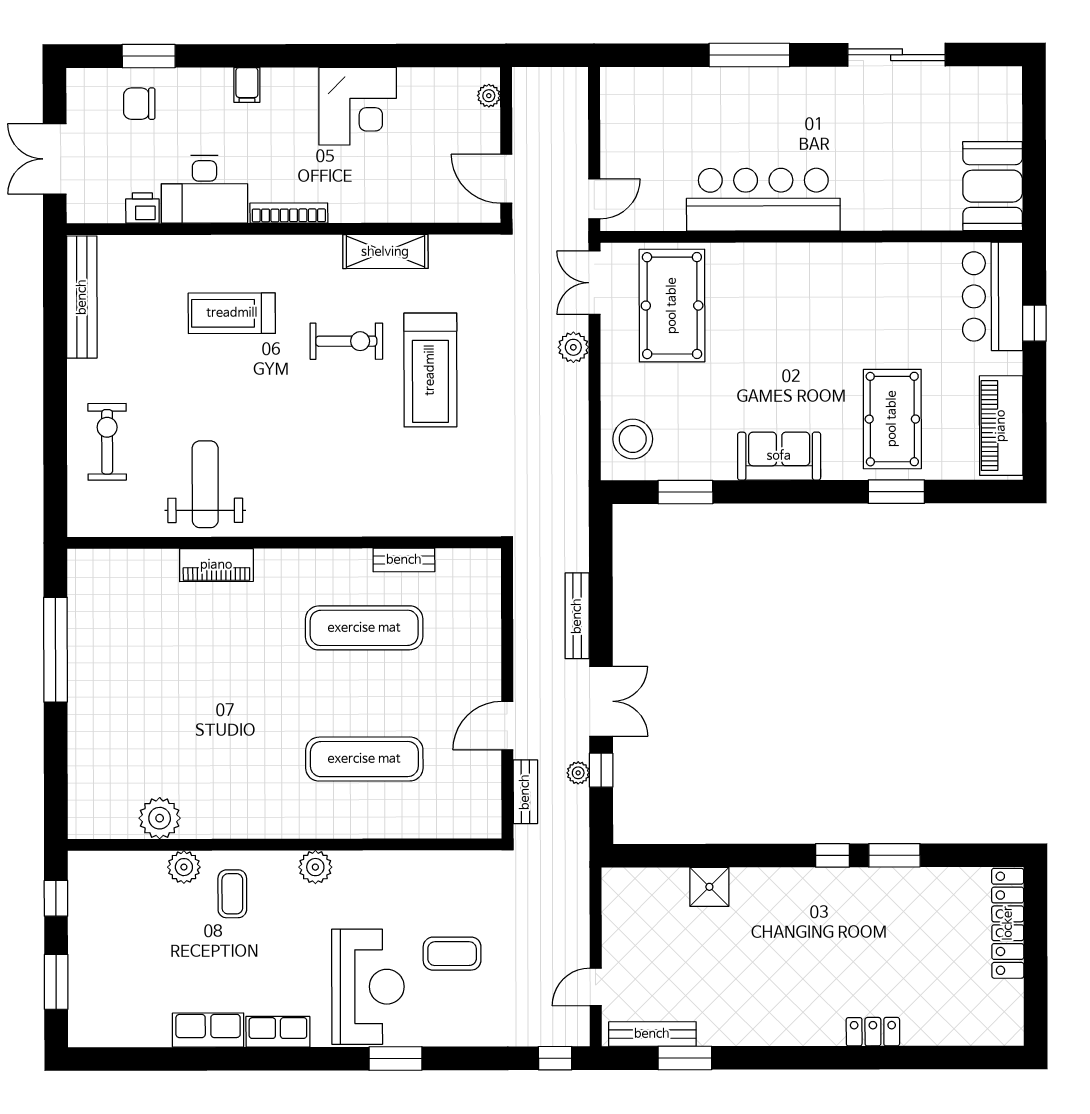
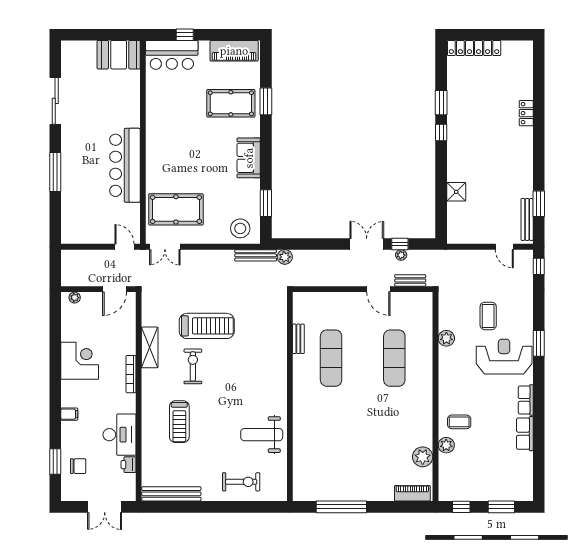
chair: (139, 104) -> (78, 466), turned -90
bookcase: (289, 213) -> (131, 374), moved
plant: (573, 347) -> (285, 257), moved
exercise bike: (107, 442) -> (241, 482), turned 180
piano: (216, 565) -> (412, 493), moved, turned -90
bench: (577, 616) -> (256, 255), moved
plant: (315, 867) -> (446, 338), moved

